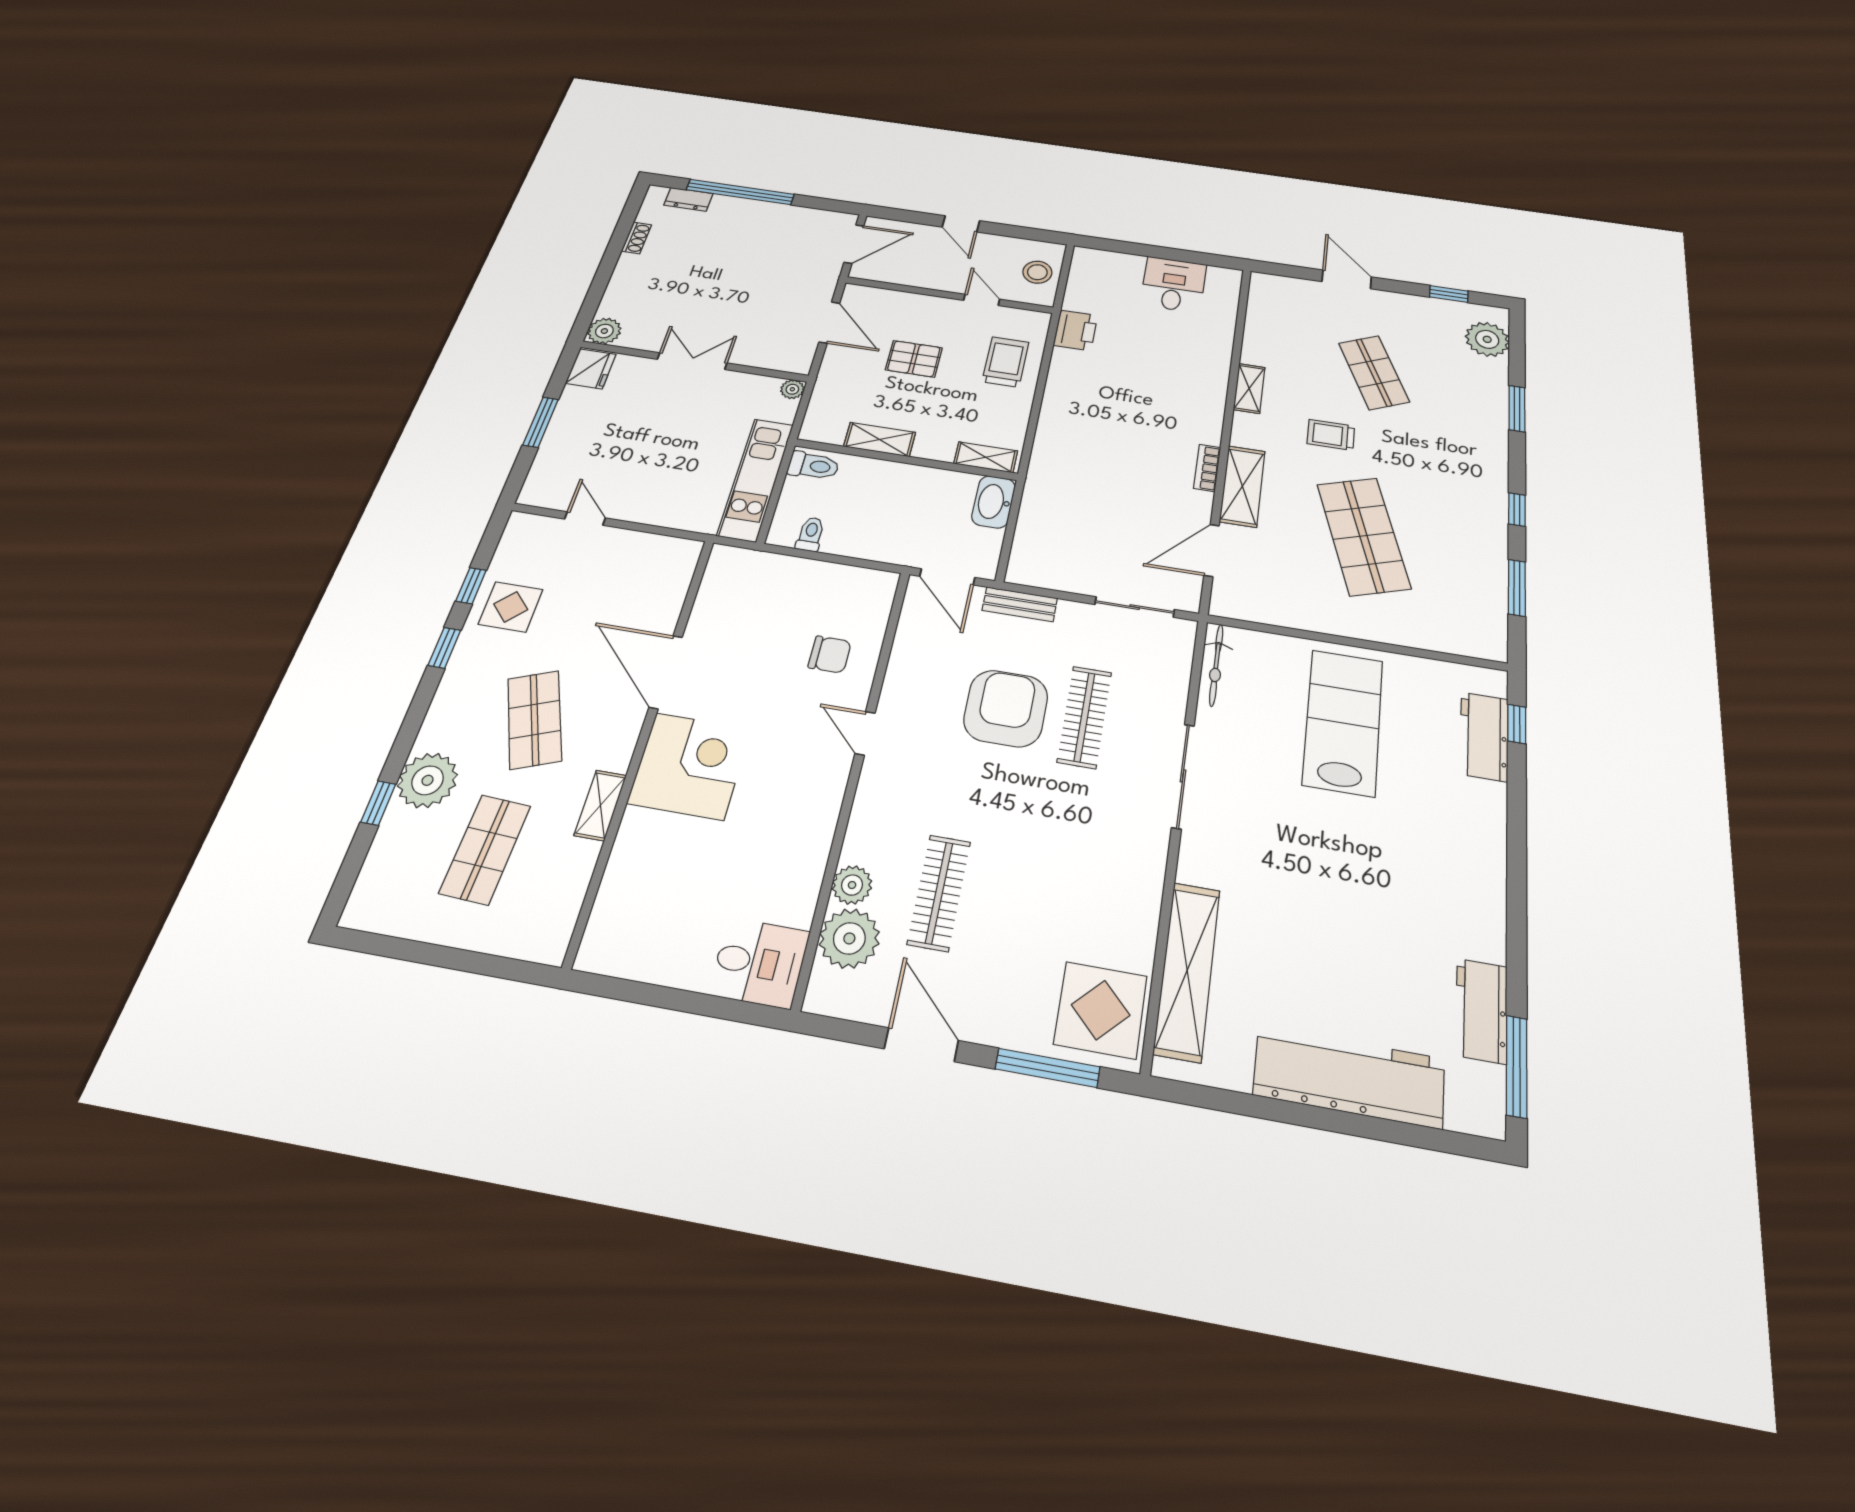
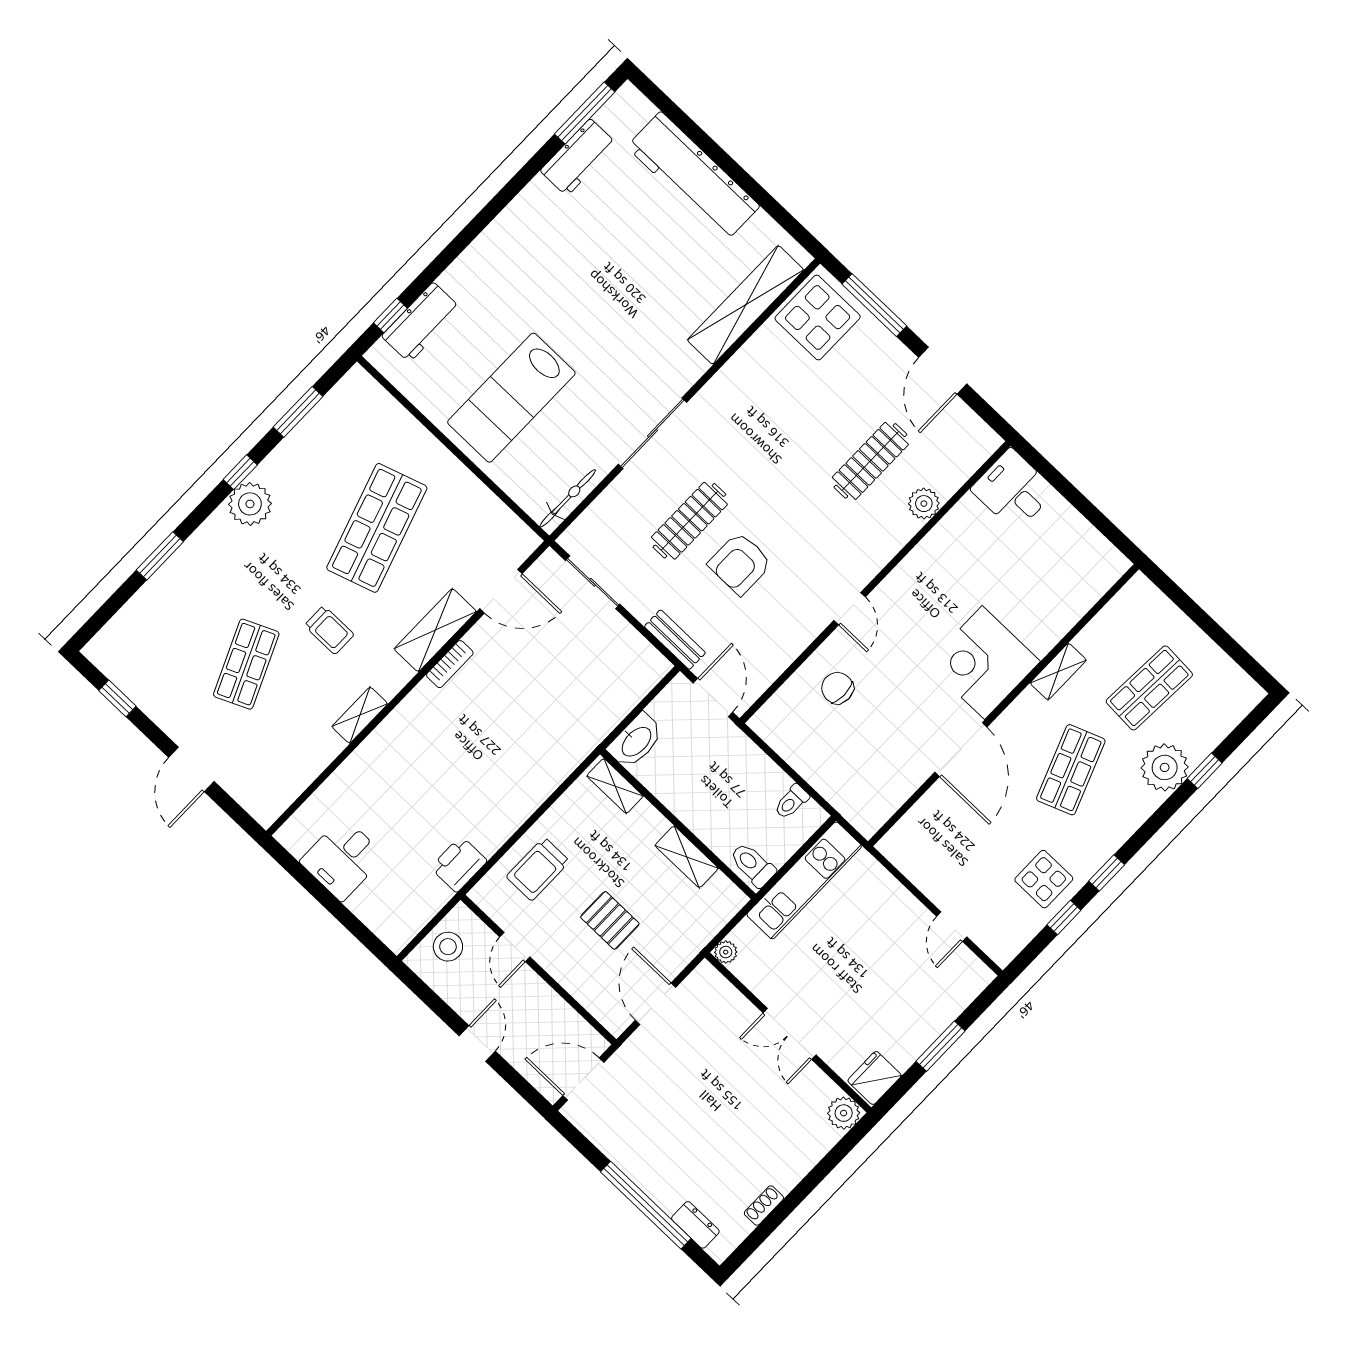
plant: (1487, 339) -> (250, 504), moved
armchair: (1006, 708) -> (740, 563), width x0.73, depth x0.73
plant: (849, 938) -> (947, 468), removed

